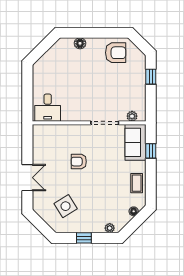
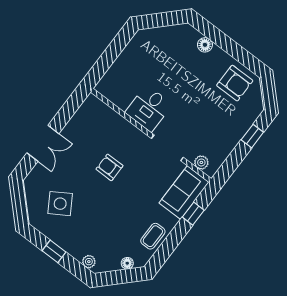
desk: (48, 108) -> (149, 108), moved

